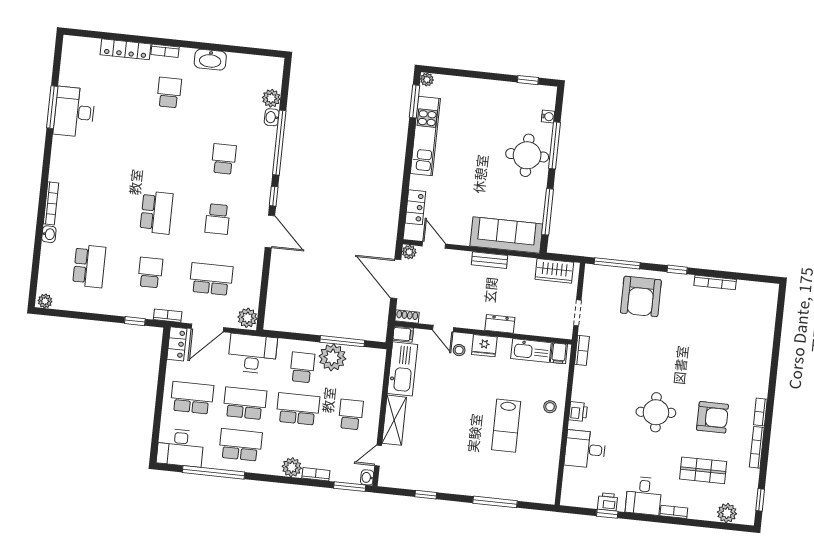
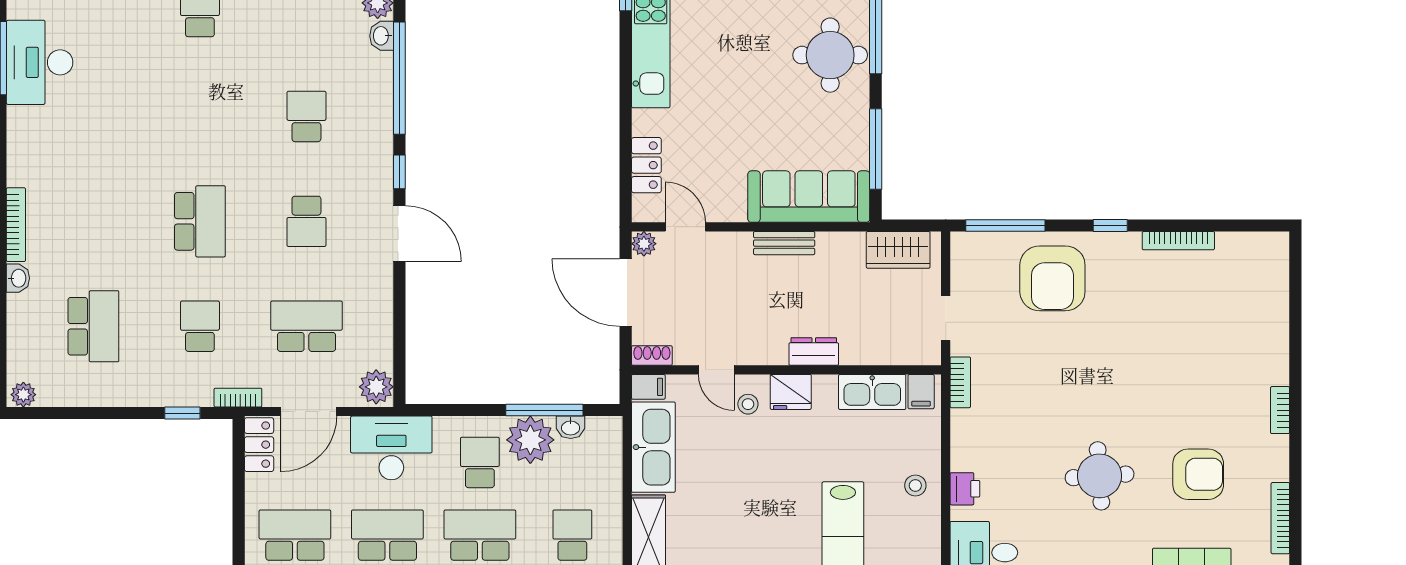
washbasin: (356, 353) -> (571, 427), added
bookcase: (760, 412) -> (1280, 410), moved

